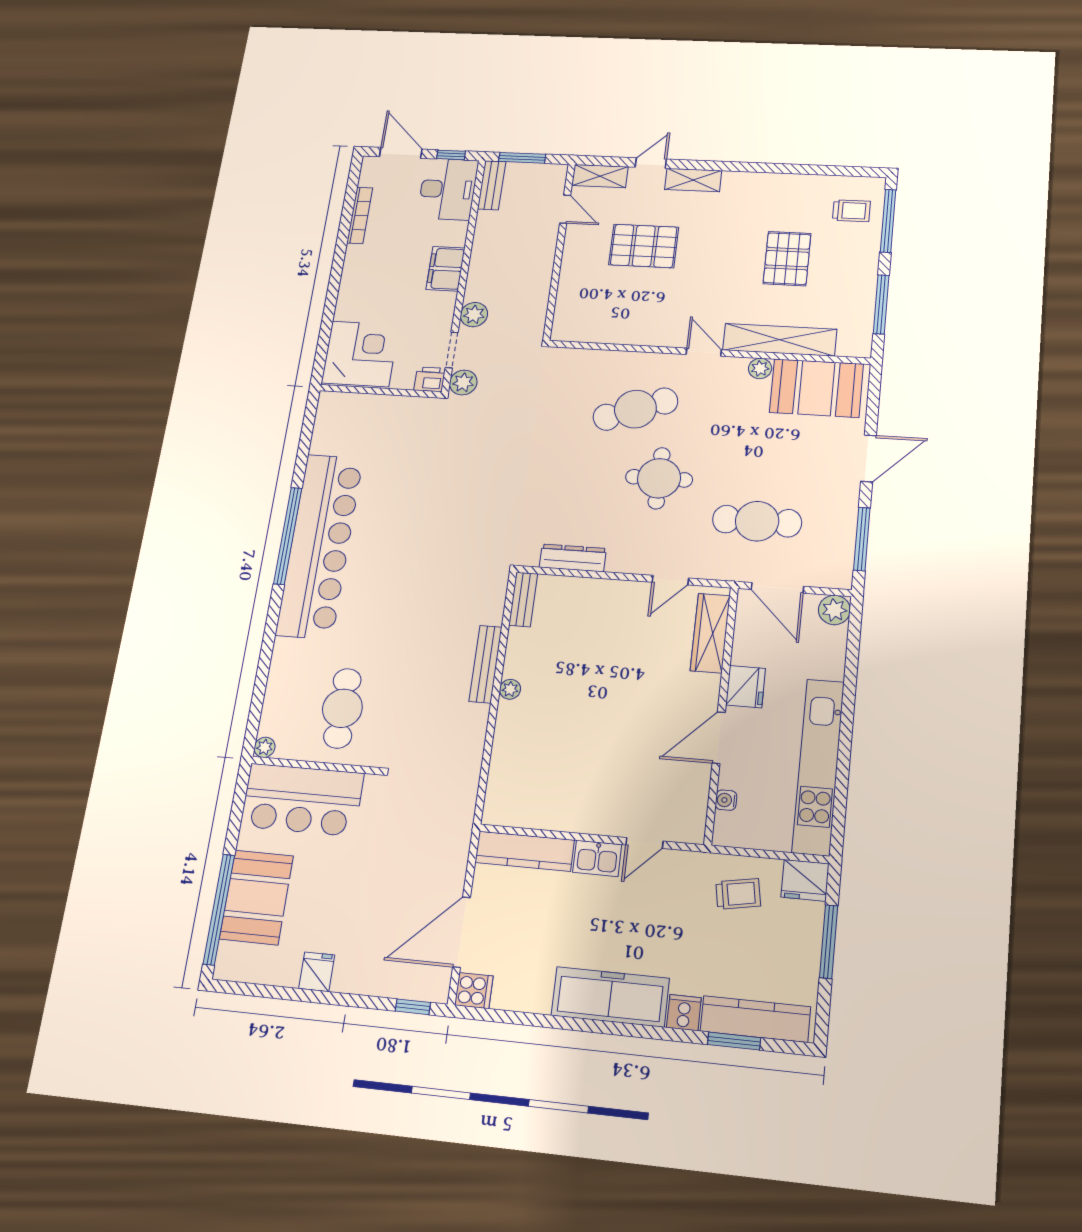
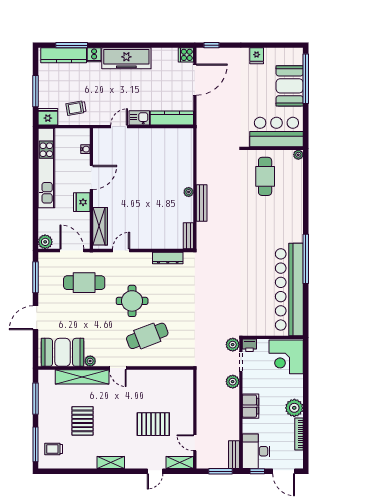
shelving: (693, 180) -> (111, 463), moved
plant: (361, 261) -> (294, 408), added
bar counter: (320, 546) -> (289, 289), moved
window: (734, 1041) -> (72, 45), width x1.44

